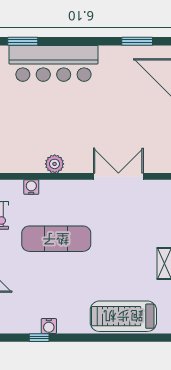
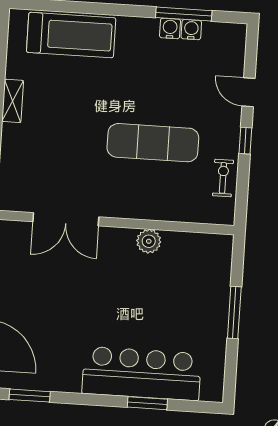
window: (23, 41) -> (147, 403), moved
water cooler: (31, 187) -> (191, 30), moved, turned 180
window: (39, 338) -> (184, 14), width x2.17

